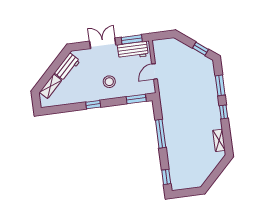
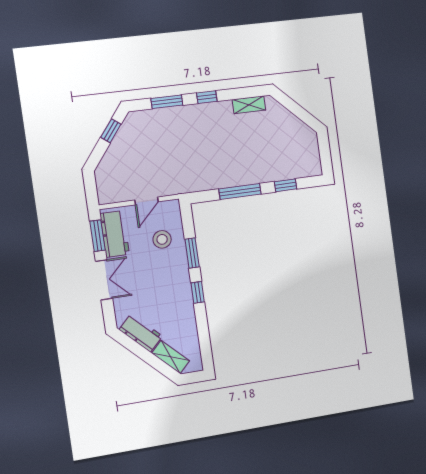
double door: (103, 43) -> (104, 280), swing flipped
door: (154, 71) -> (146, 201), hinge flipped
stool: (109, 82) -> (162, 239), moved
window: (136, 99) -> (192, 253), moved
window: (166, 177) -> (286, 185), moved

